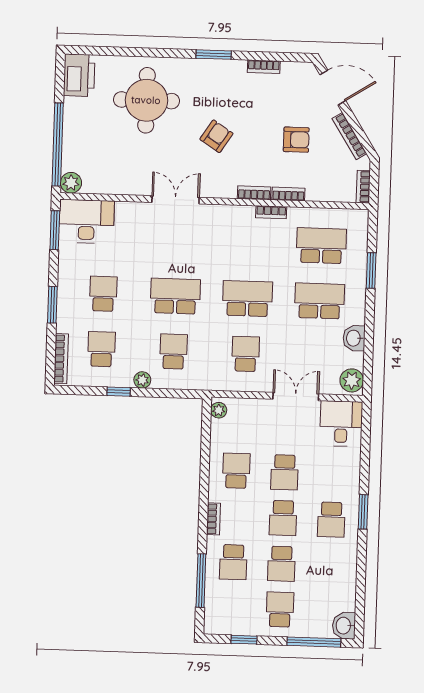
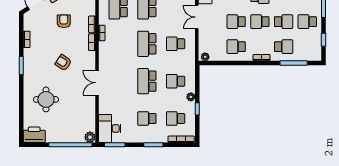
round table: (146, 100) -> (46, 99), width x0.73, depth x0.73
school desk: (284, 472) -> (236, 22), turned 180
school desk: (283, 518) -> (260, 22), turned 180

